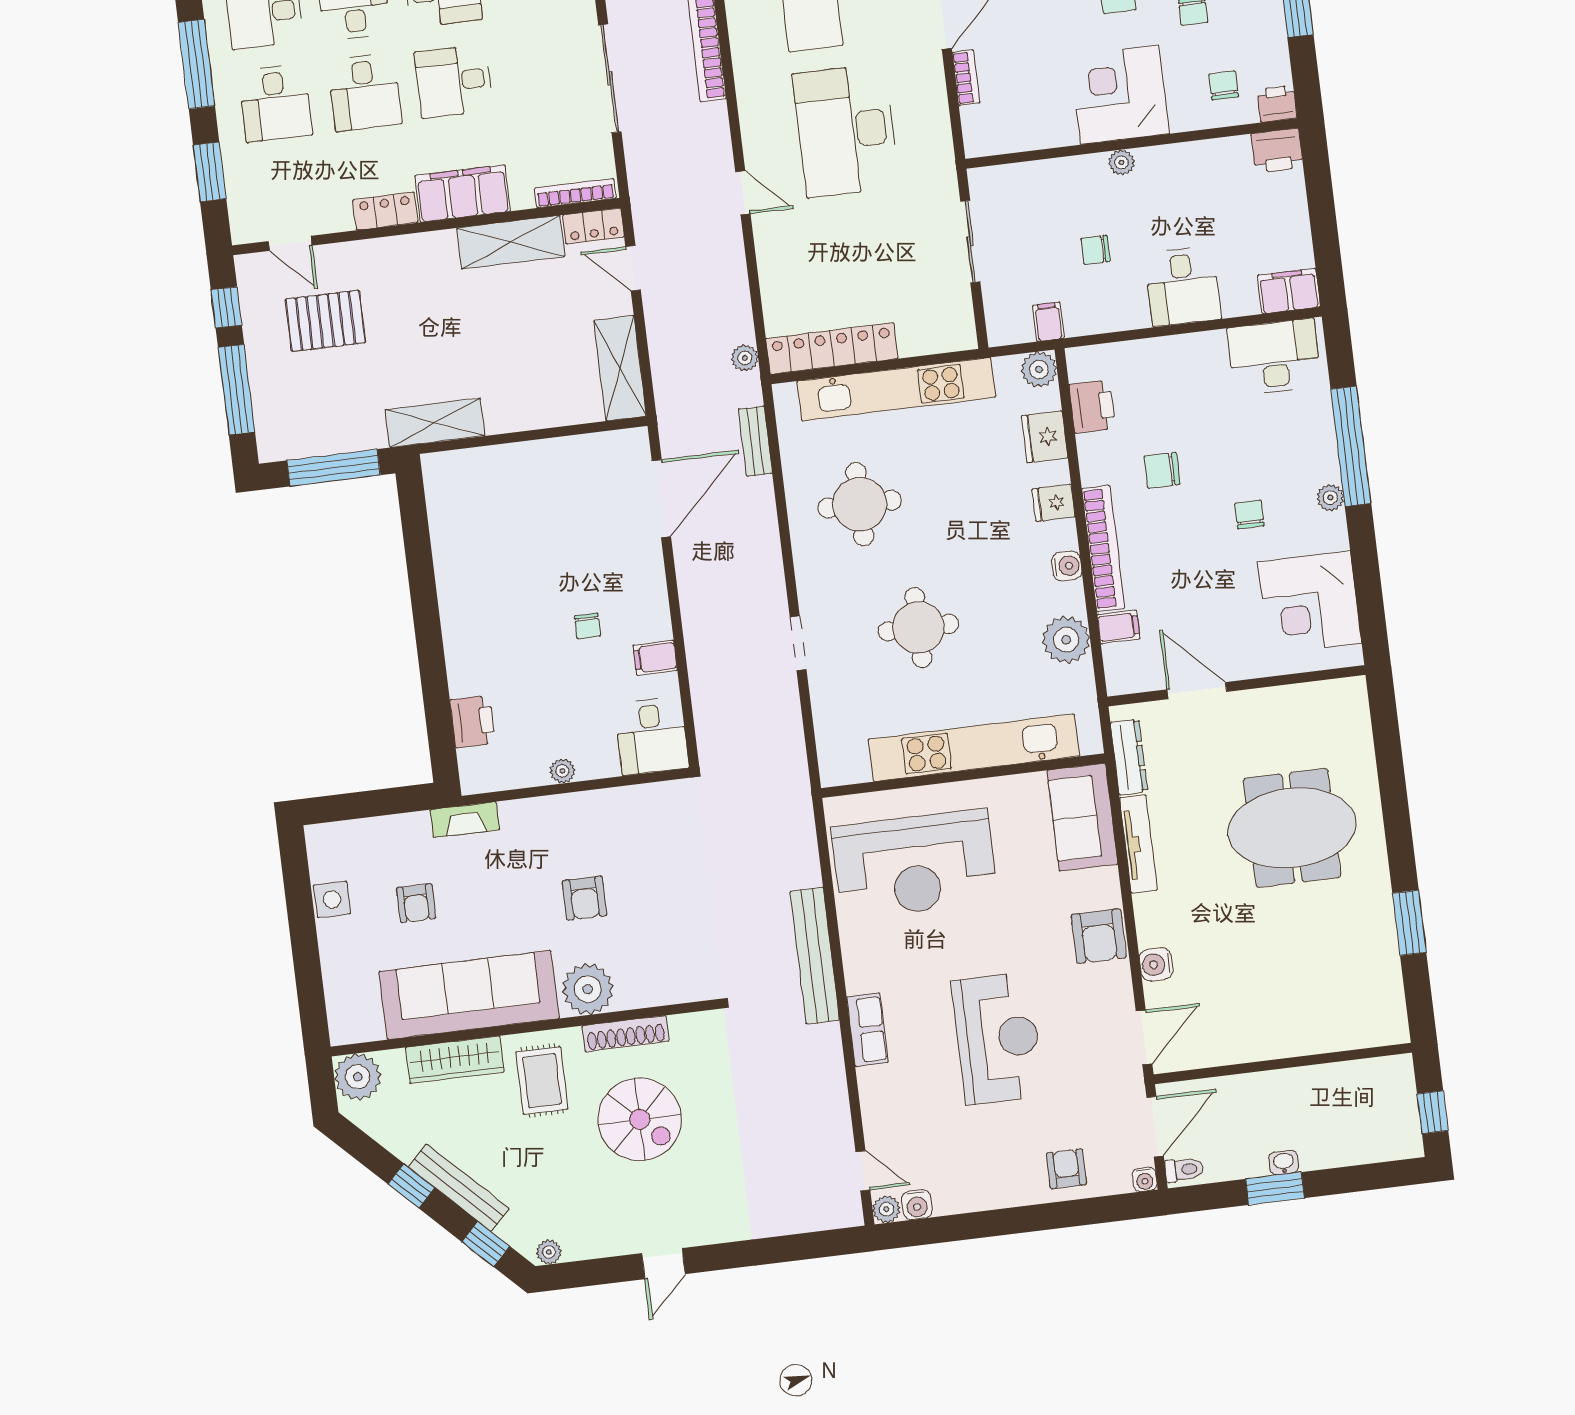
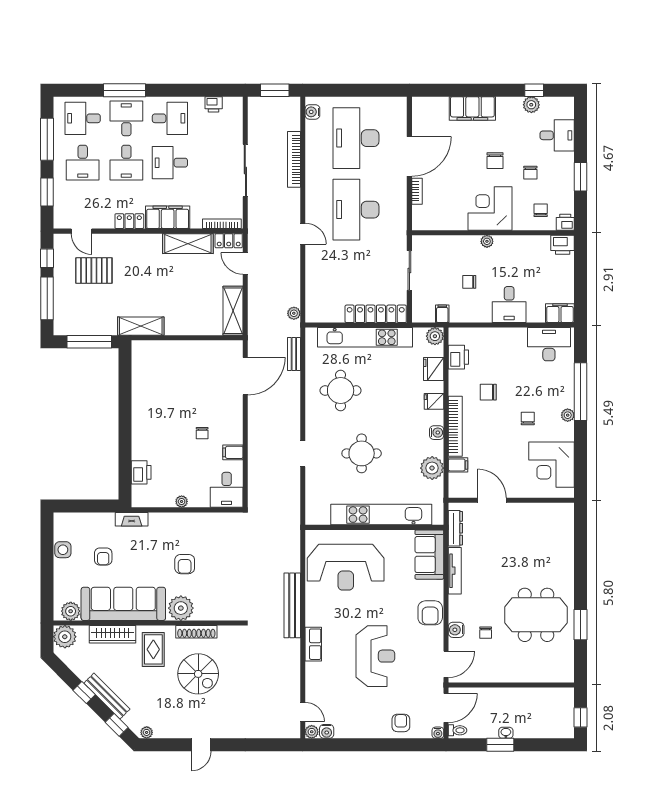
locker: (832, 349) -> (376, 314), moved
meeting table: (1292, 828) -> (536, 615), moved
chair: (1217, 963) -> (486, 633), added
plant: (363, 1023) -> (71, 611), added

